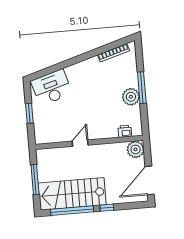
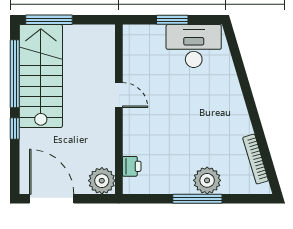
desk: (52, 87) -> (194, 46), moved, turned -73
plant: (131, 97) -> (207, 180), moved
window: (35, 180) -> (49, 20), moved

